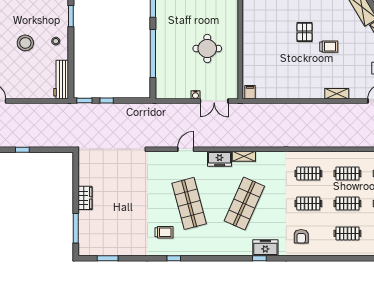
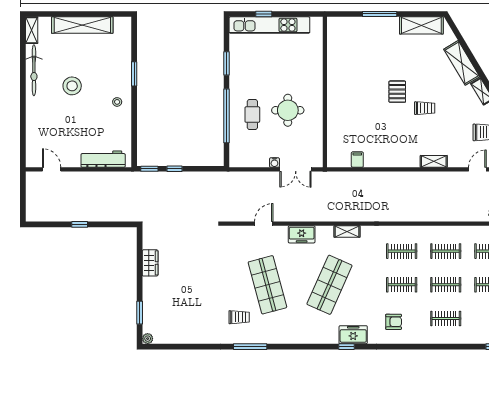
stool: (25, 43) -> (72, 86), moved
cafe table: (176, 52) -> (252, 115), added
workbench: (61, 80) -> (103, 159), moved, turned 90
filing cabinet: (250, 92) -> (357, 160), moved
shelving: (244, 156) -> (347, 232), moved
wardrobe: (85, 198) -> (150, 263), moved
window: (76, 228) -> (140, 313), width x0.69
armchair: (301, 236) -> (394, 322), turned -90
plant: (83, 251) -> (148, 339), added
window: (108, 258) -> (176, 347), removed
window: (174, 258) -> (250, 347), width x2.17

